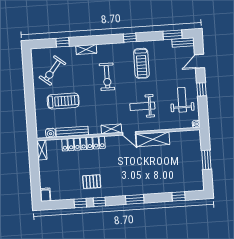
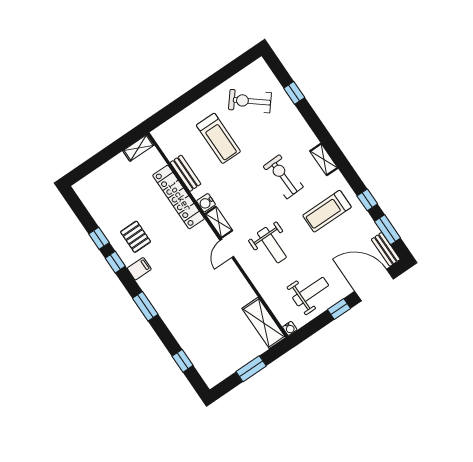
window: (130, 38) -> (367, 200), moved
shelving: (86, 49) -> (324, 159), moved
door: (200, 61) -> (374, 285), width x1.87
exercise bike: (107, 77) -> (283, 177), turned 88
weight bench: (142, 106) -> (272, 245), turned 180
bench: (72, 132) -> (186, 173), width x0.73
water cooler: (51, 133) -> (206, 203), moved
shelving: (153, 139) -> (264, 323), moved
filing cabinet: (45, 195) -> (139, 269), moved

